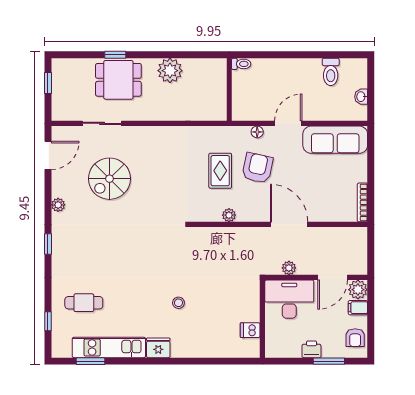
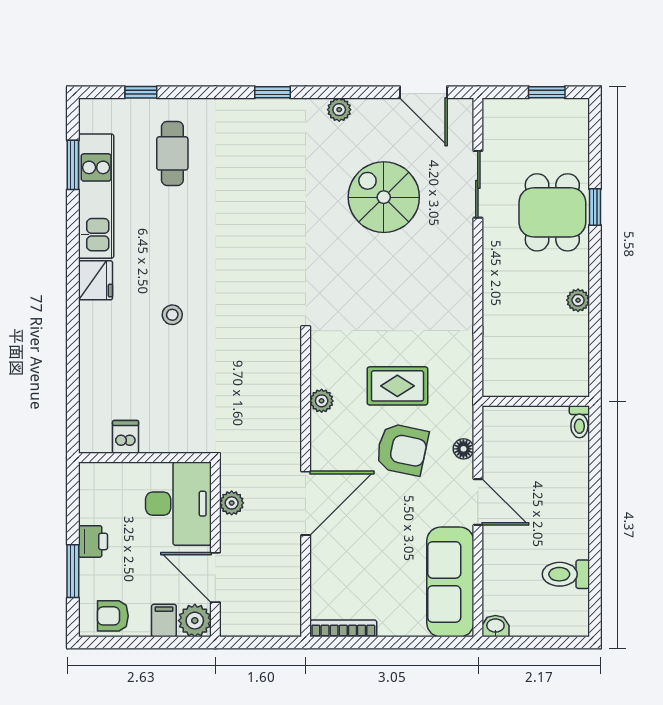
plant: (170, 71) -> (578, 300), width x0.53, depth x0.53
washbasin: (361, 97) -> (495, 626), moved

